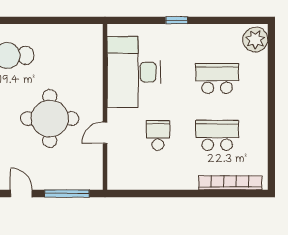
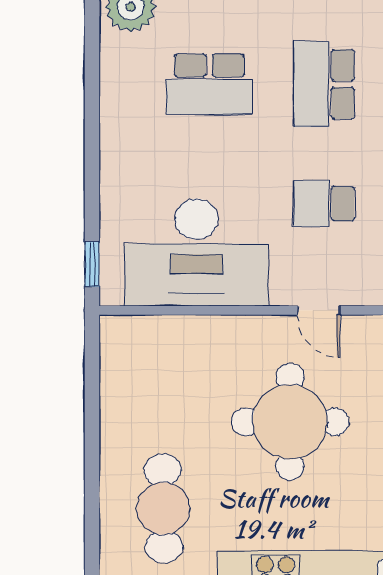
window: (177, 20) -> (92, 264), moved
school desk: (217, 78) -> (209, 84), turned -90

